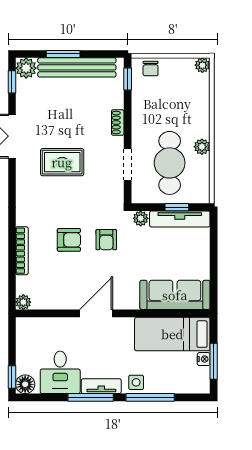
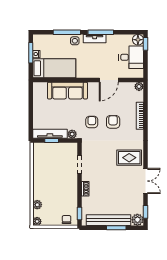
plant: (202, 147) -> (37, 205), moved
rug: (62, 162) -> (129, 158), moved
cafe table: (170, 163) -> (56, 166), removed
armchair: (69, 240) -> (113, 122), turned 90
sofa: (175, 295) -> (67, 91), moved
door: (96, 313) -> (109, 80), moved
desk: (60, 372) -> (131, 57), moved, turned 90

